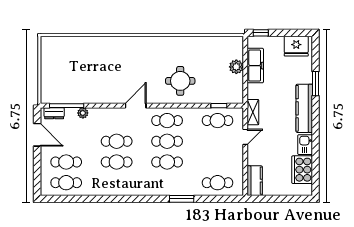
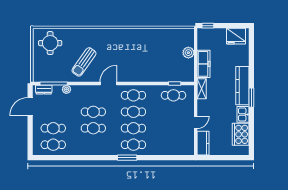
freezer: (255, 66) -> (204, 64), moved
sun lounger: (105, 78) -> (84, 62), added
round table: (180, 81) -> (50, 43), moved
window: (316, 84) -> (251, 98), moved
door: (37, 135) -> (30, 107), swing flipped
door: (245, 137) -> (196, 122), moved
cafe table: (218, 183) -> (133, 145), moved
window: (182, 199) -> (127, 158), moved

